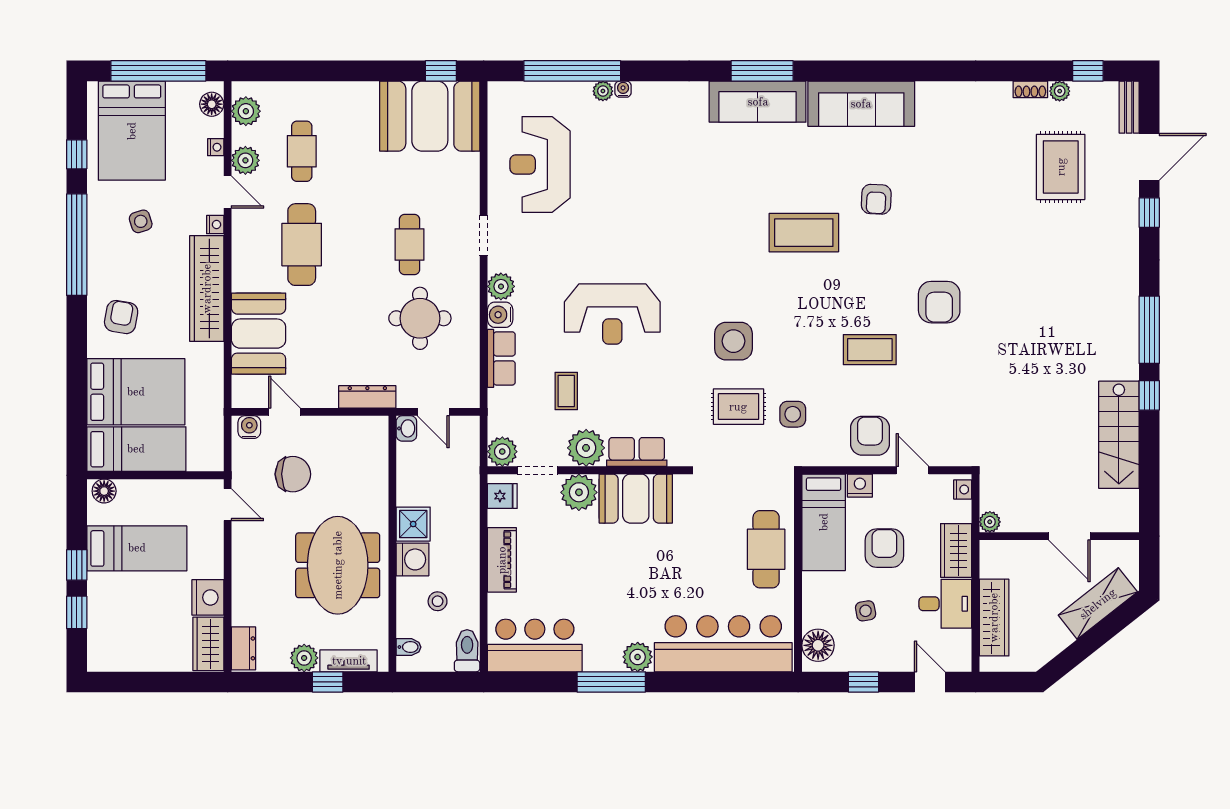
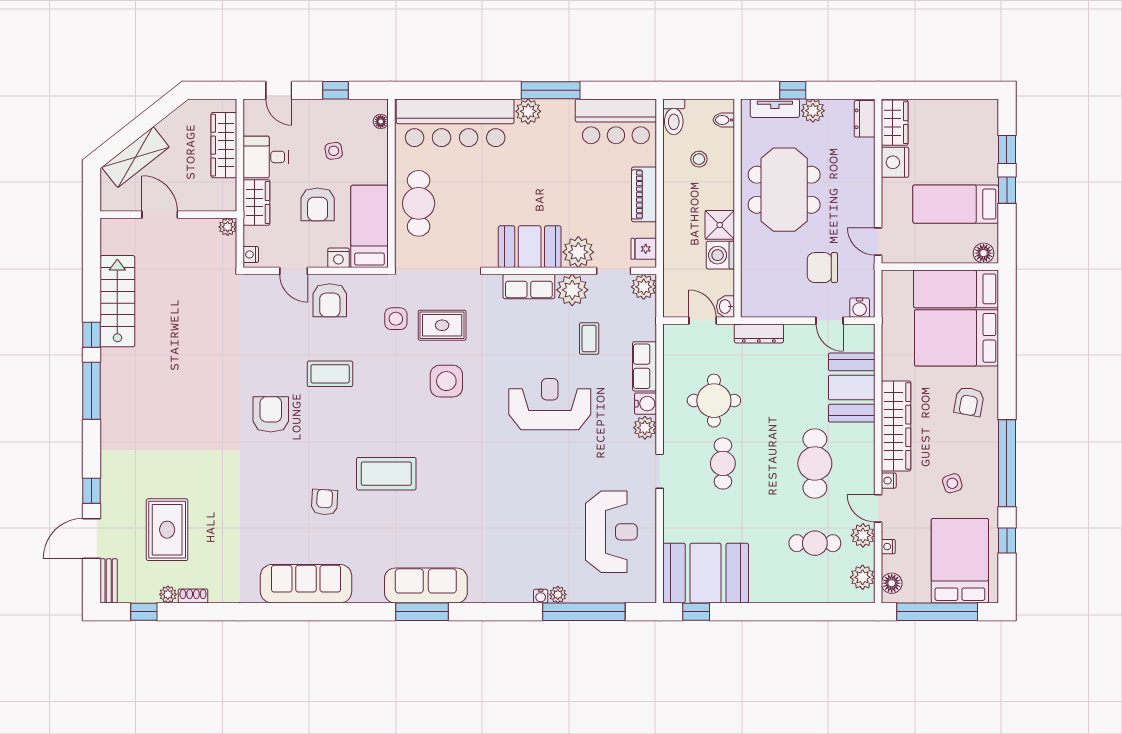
sofa: (861, 104) -> (306, 584), moved
cafe table: (302, 151) -> (815, 543), turned 90
washing machine: (412, 559) -> (720, 255), moved
floor lamp: (818, 645) -> (381, 121), width x0.53, depth x0.53

